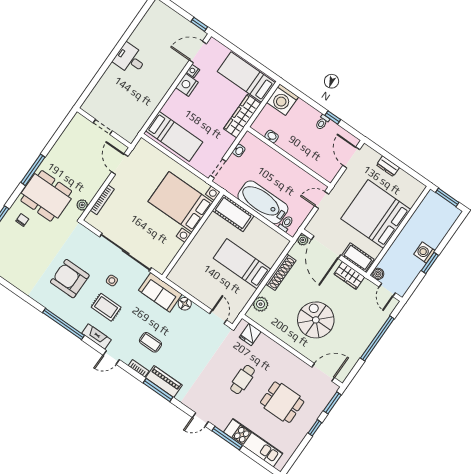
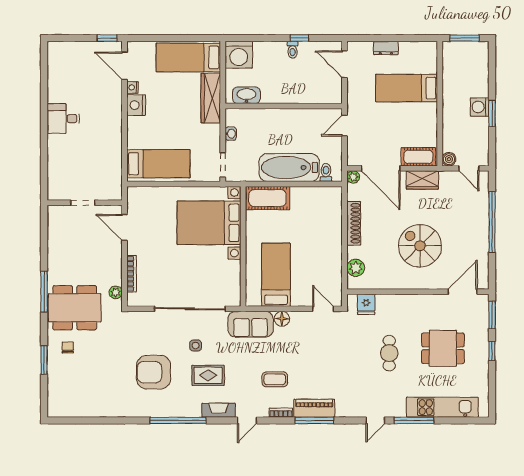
door: (198, 52) -> (124, 66), hinge flipped
washbasin: (272, 136) -> (246, 95), width x1.91, depth x1.45
bed: (376, 214) -> (407, 88), width x0.49
bed: (242, 264) -> (276, 275), moved, turned 90

